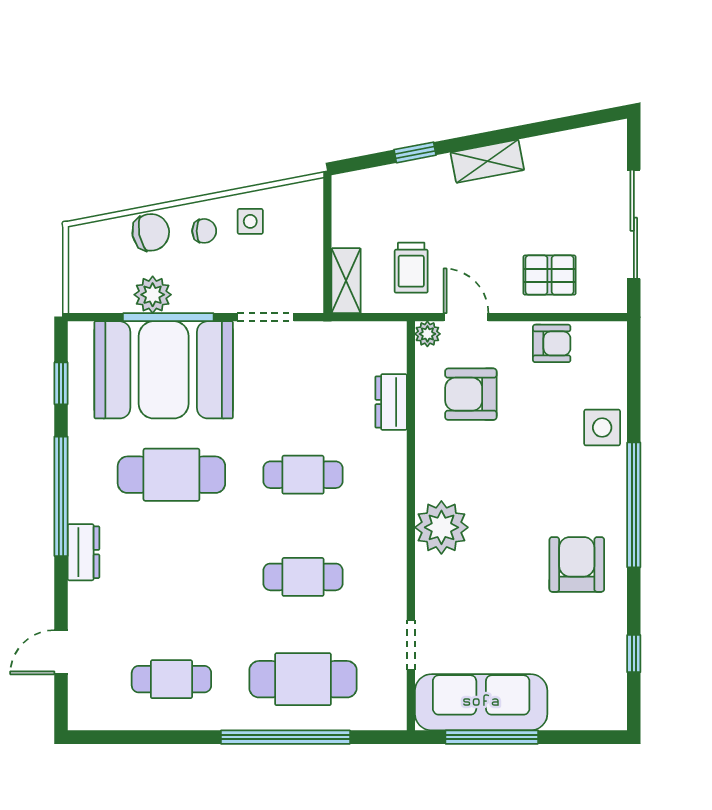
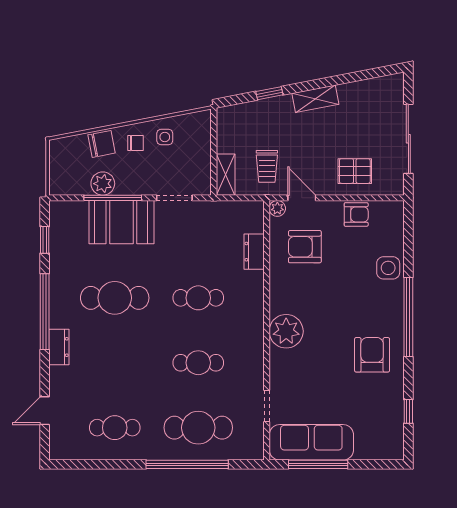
booth: (164, 370) -> (121, 222), width x0.73, depth x0.70

